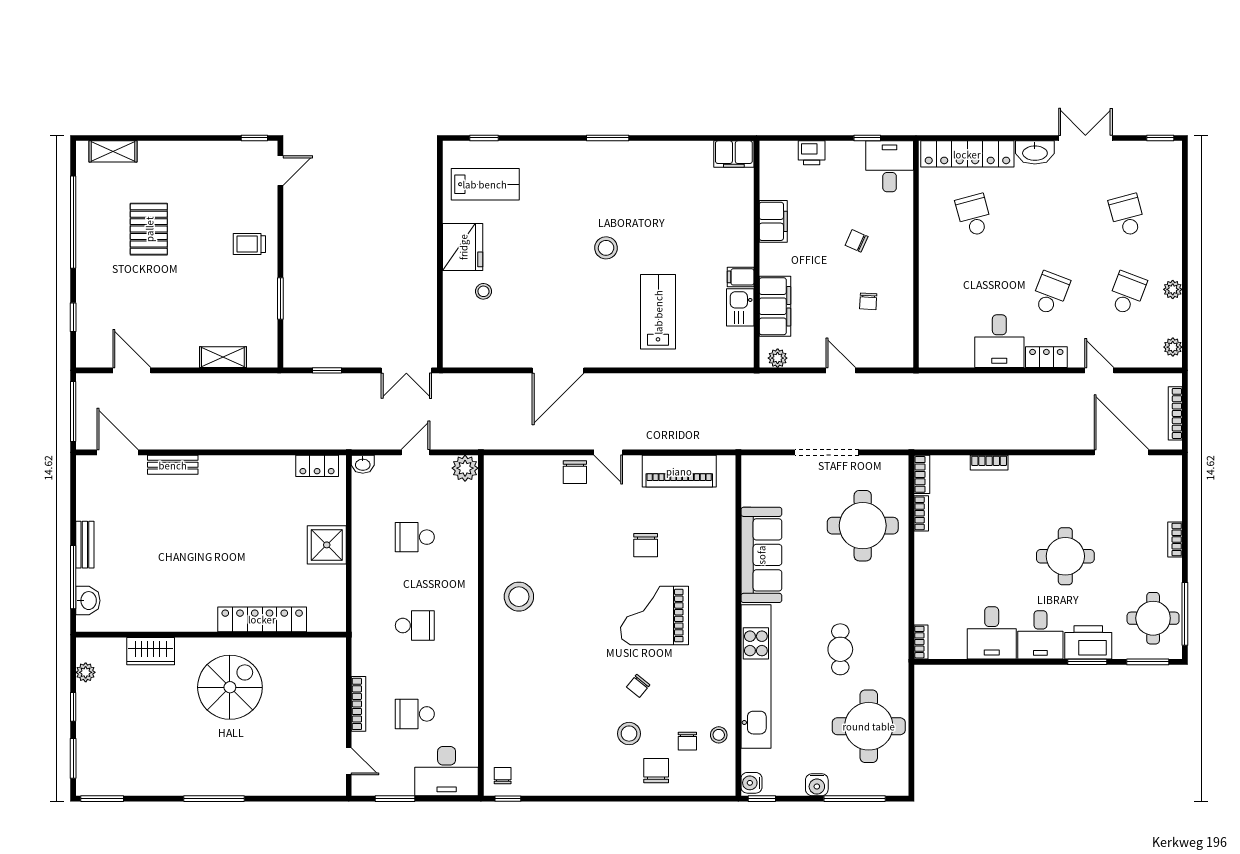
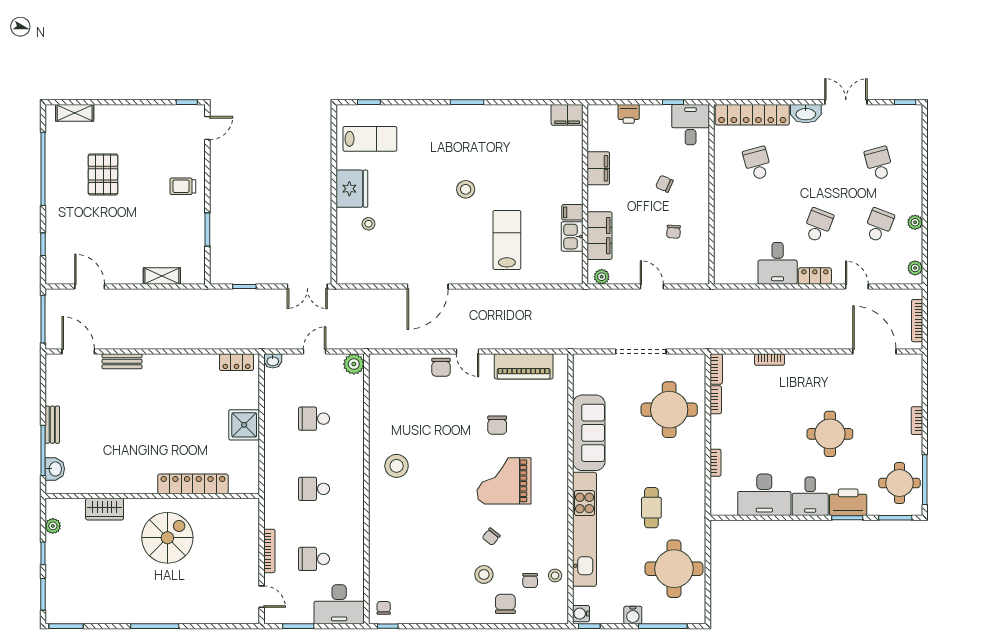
school desk: (415, 626) -> (314, 489), turned 180
desk: (992, 633) -> (764, 495), width x1.37
bookcase: (921, 642) -> (715, 463), moved

